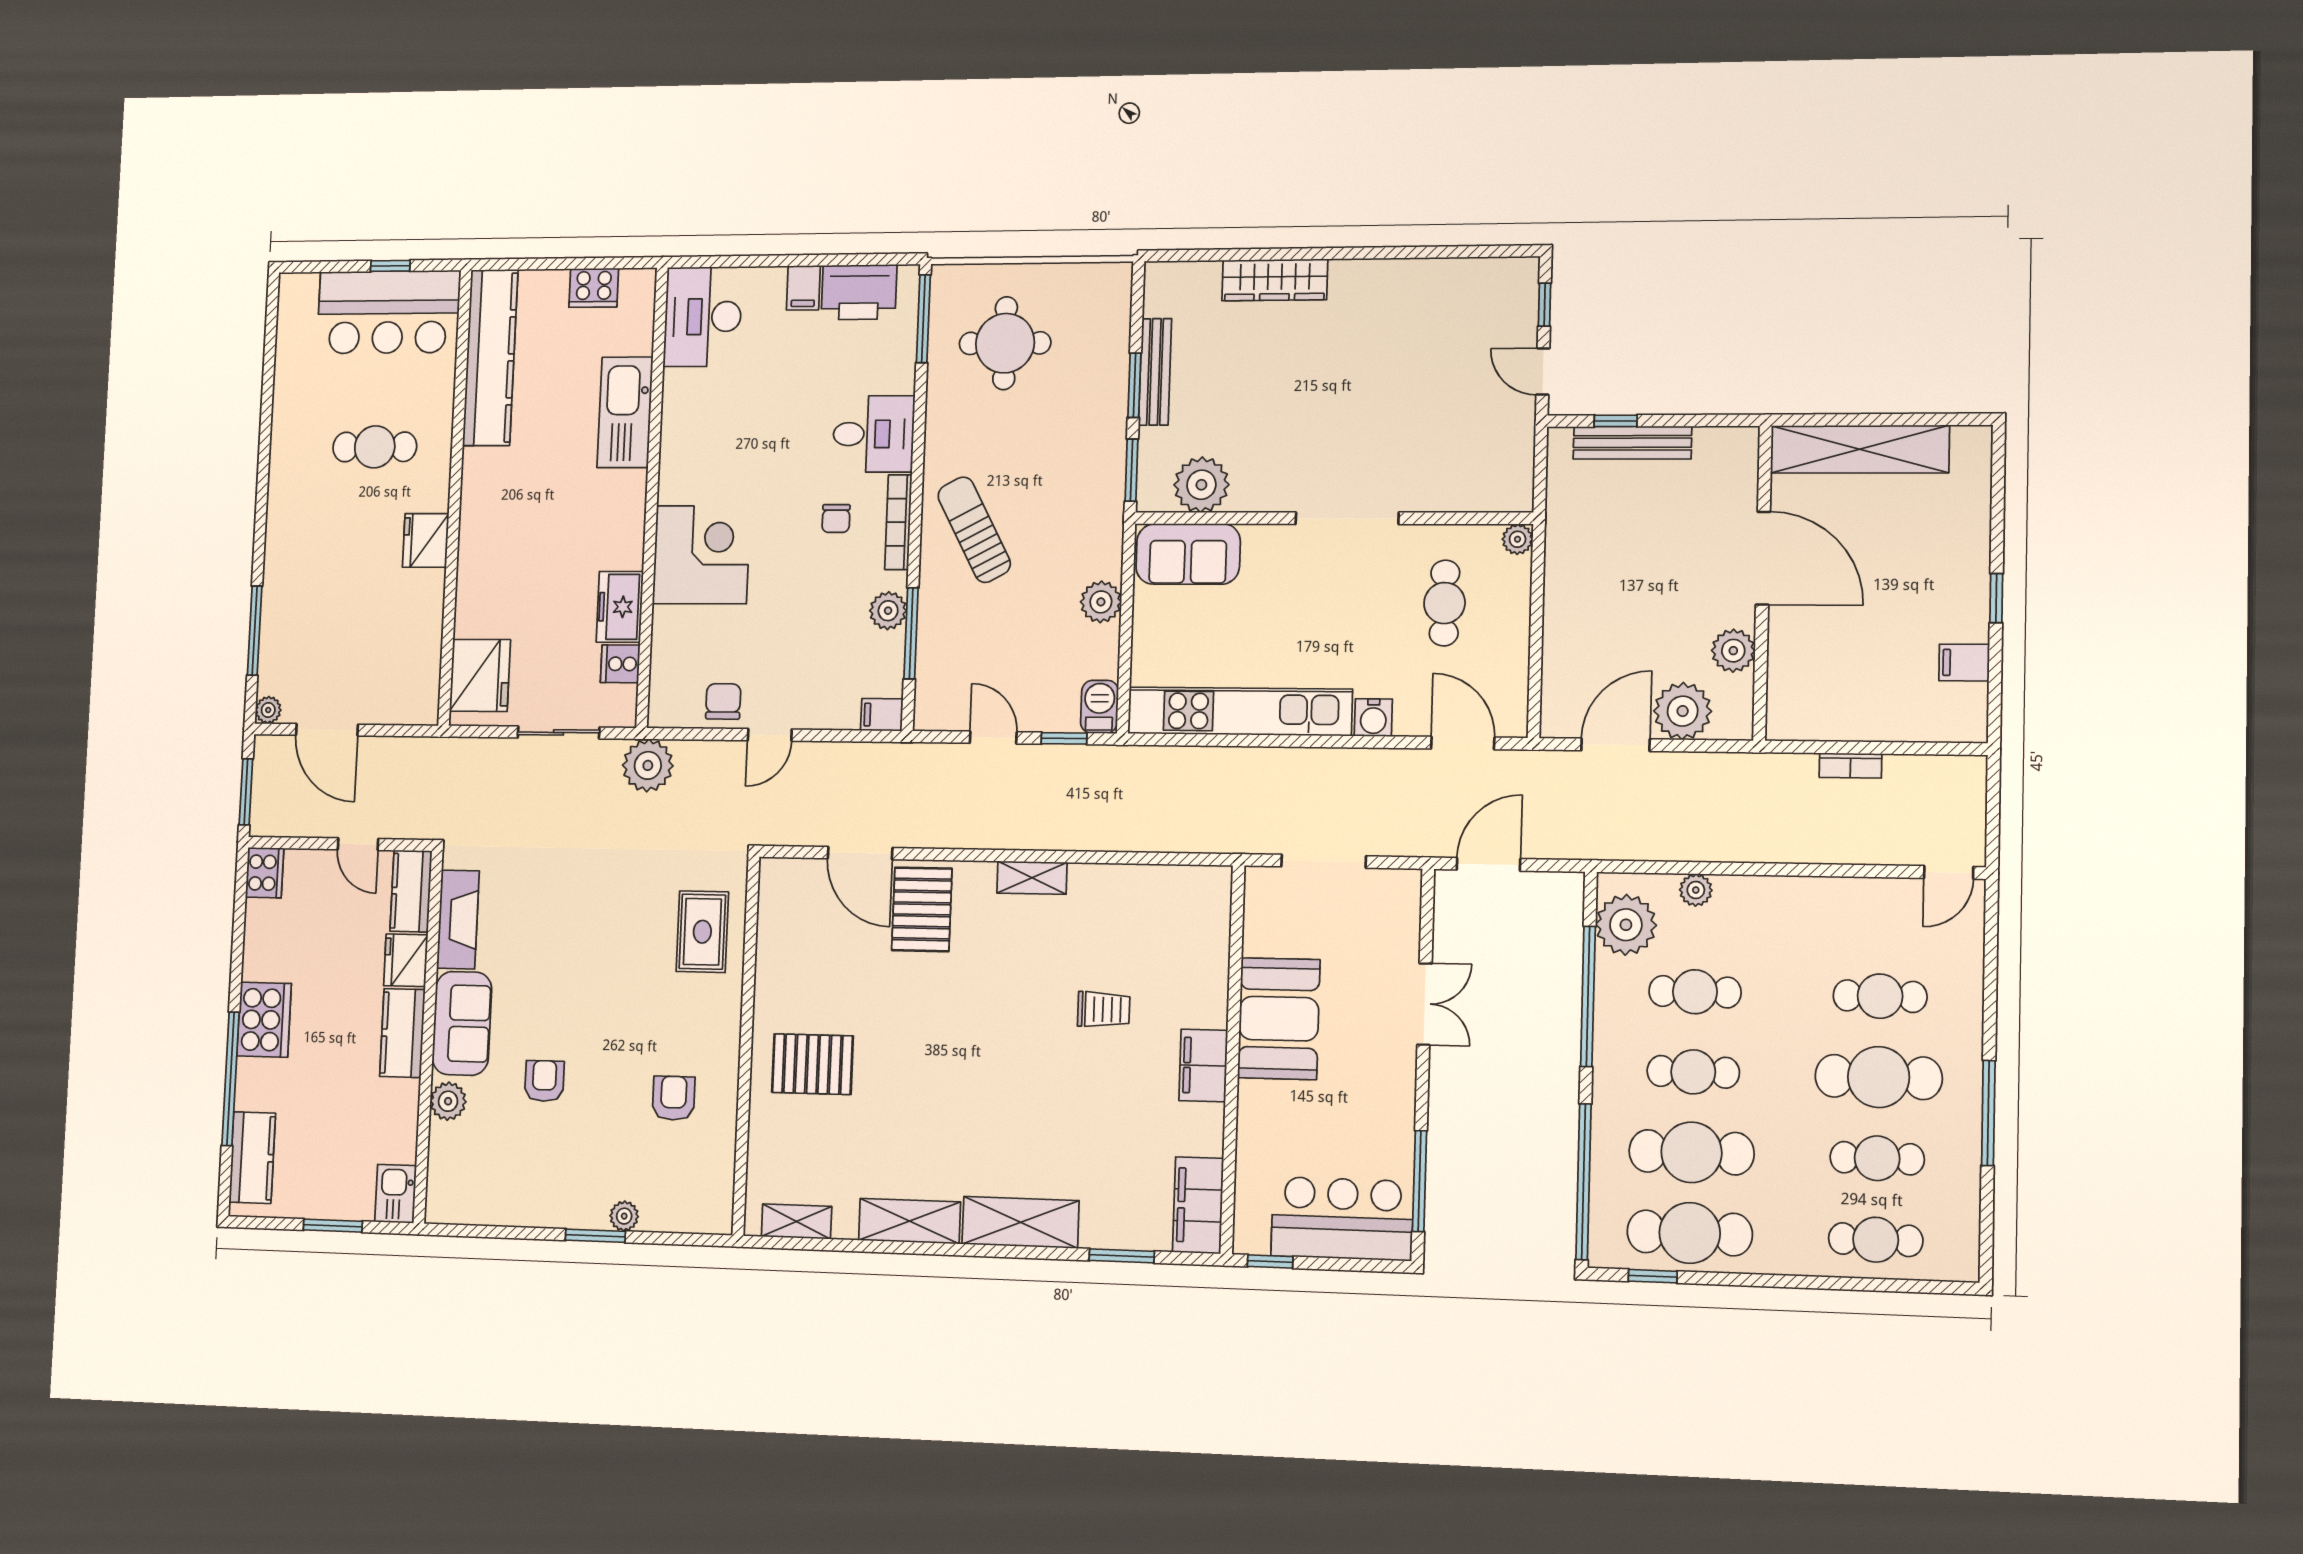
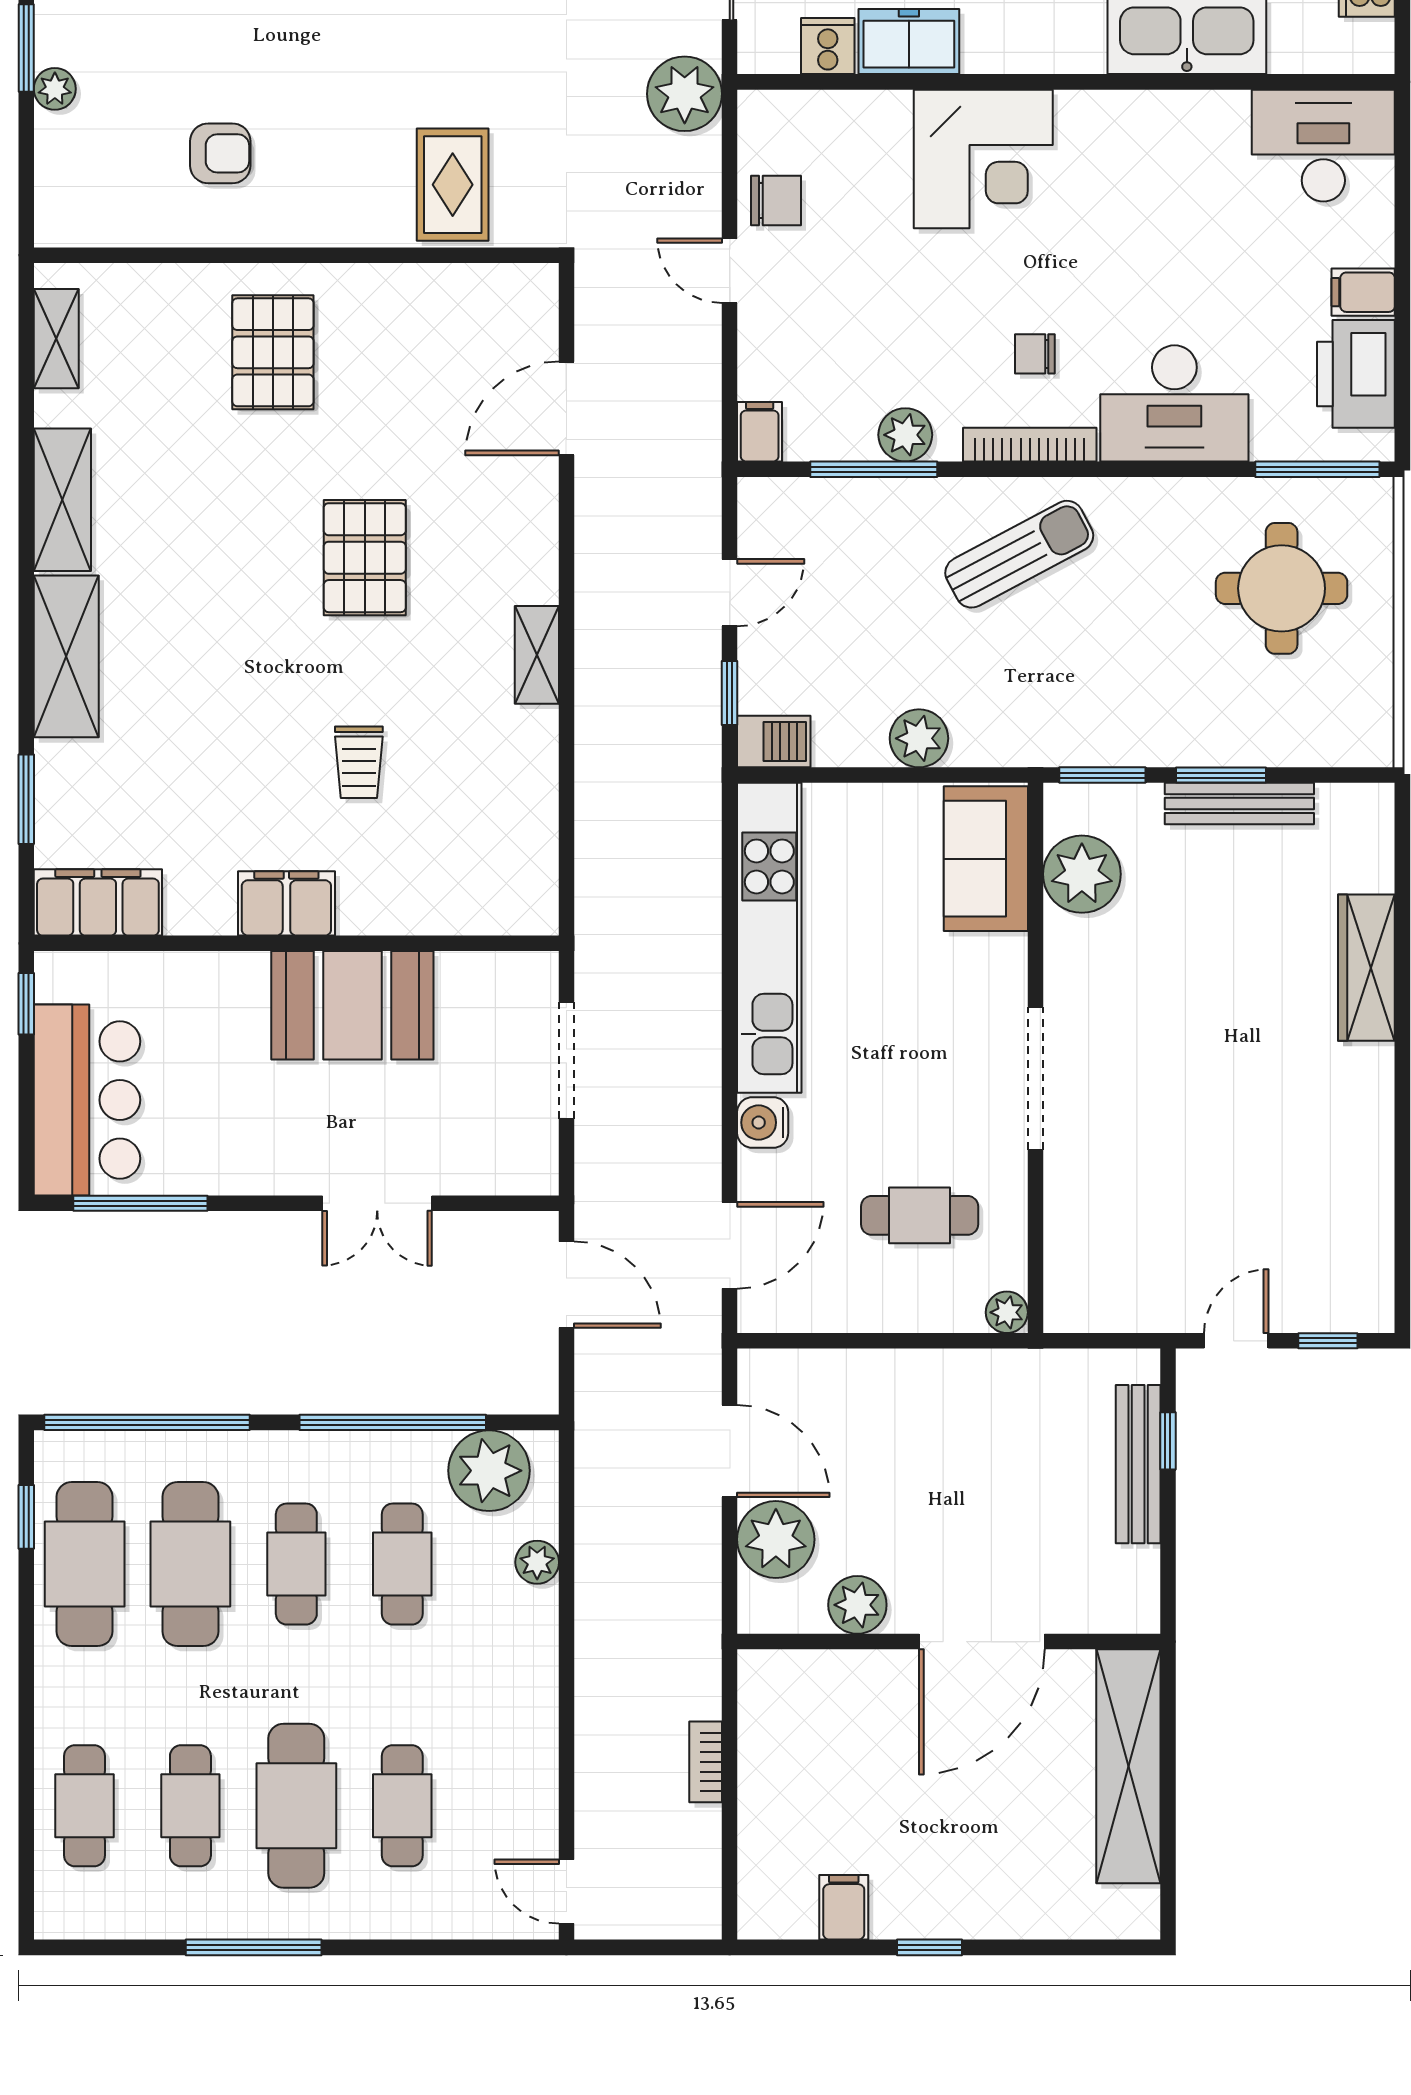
desk: (873, 434) -> (1174, 403), width x1.37
pallet: (922, 909) -> (365, 558), moved, turned 90
rug: (702, 932) -> (453, 185), turned 90

